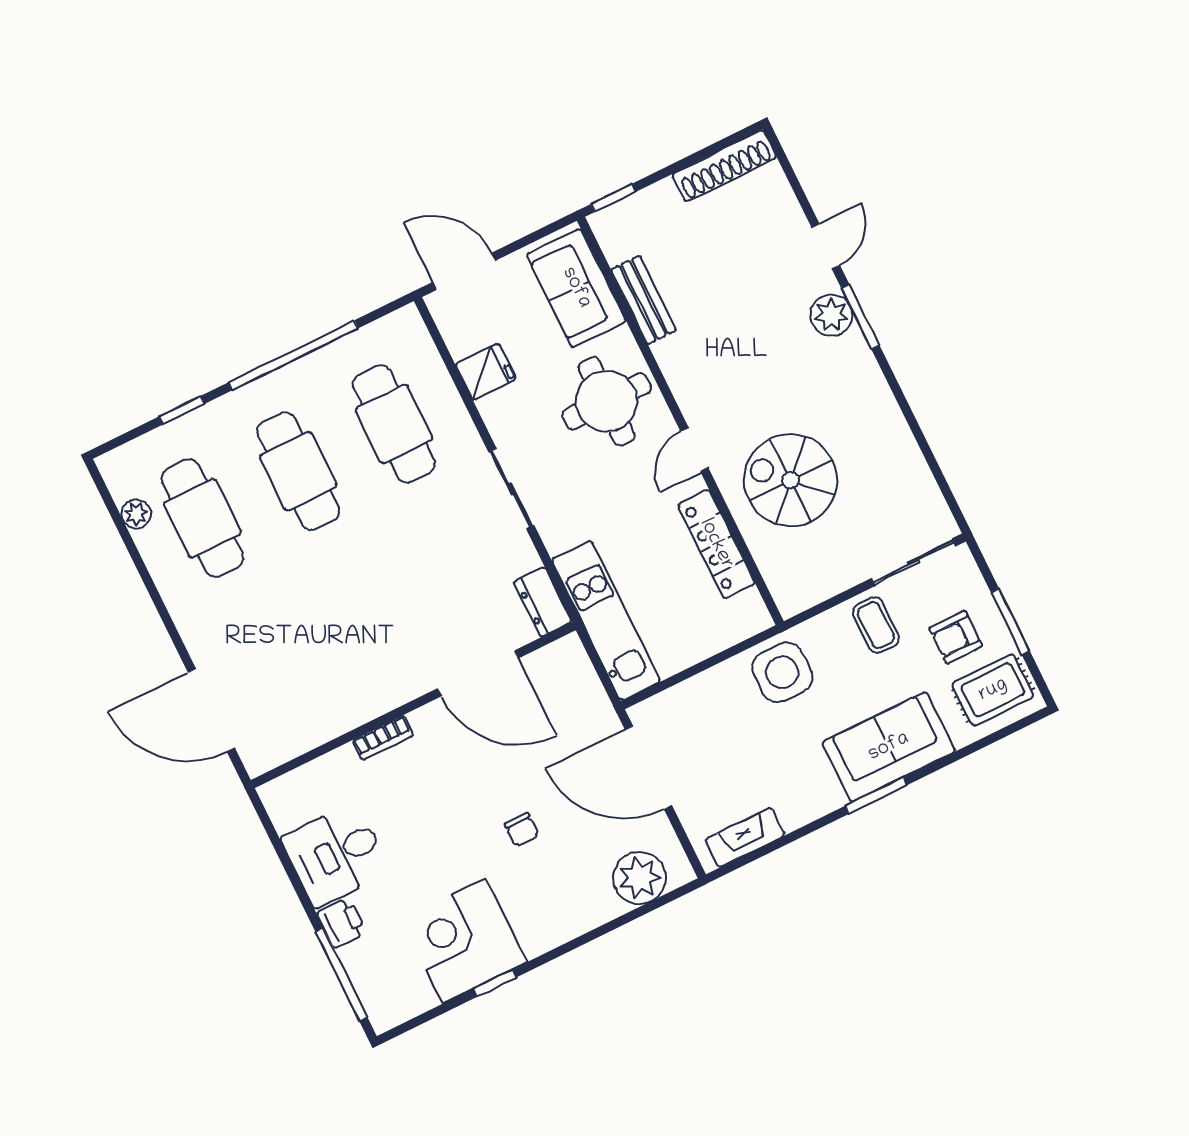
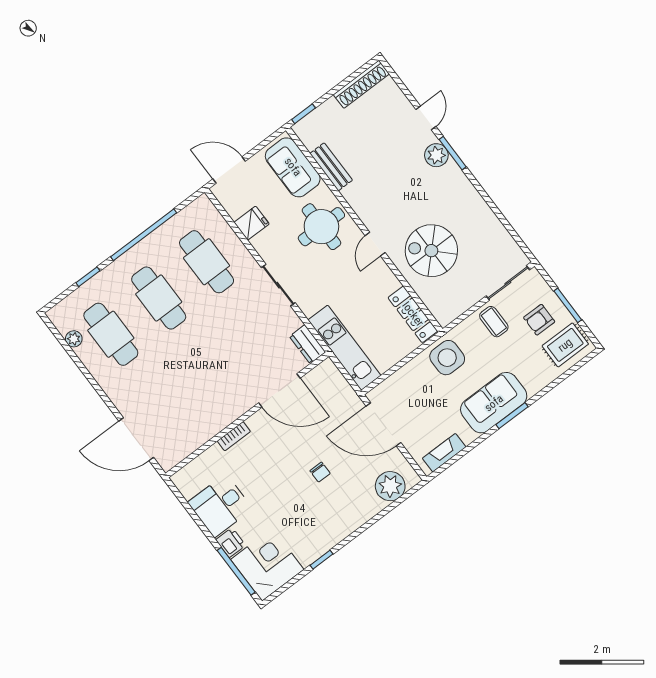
locker: (716, 544) -> (413, 314), moved
sofa: (889, 747) -> (494, 403), moved
corner desk: (464, 941) -> (267, 565), moved, turned 90

